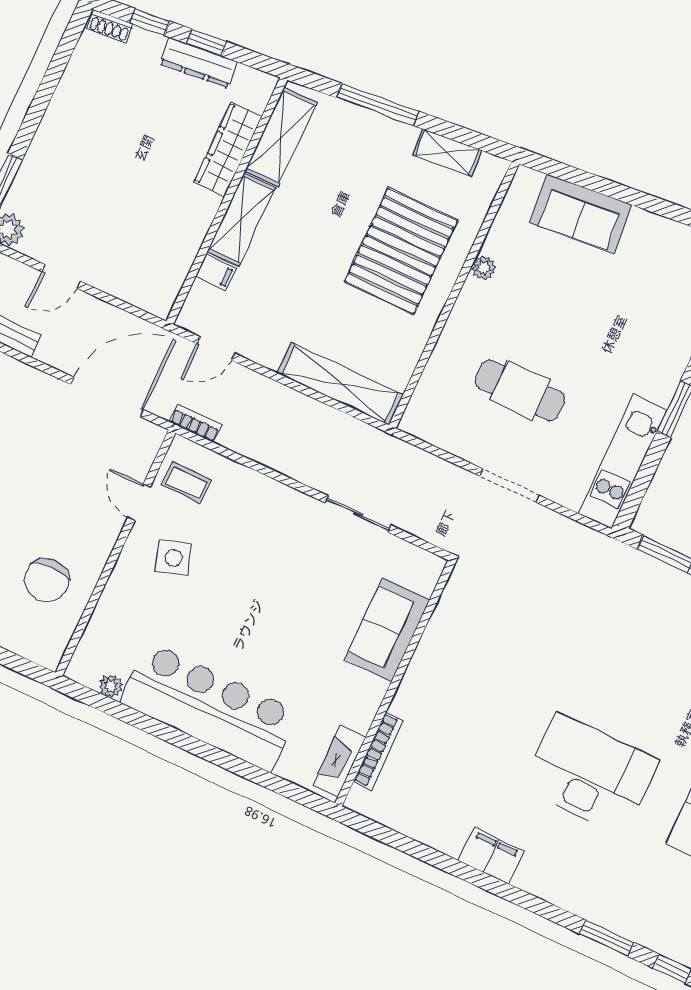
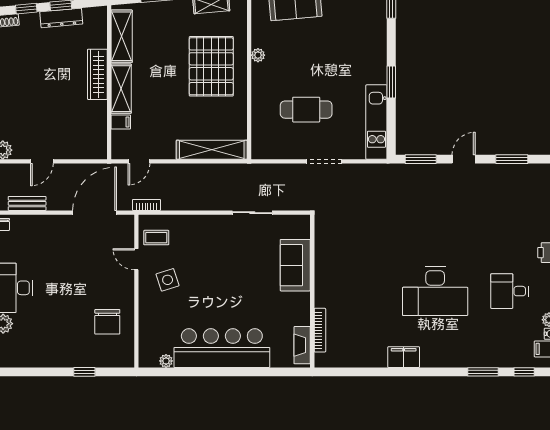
wardrobe: (228, 149) -> (97, 74), moved
desk: (590, 774) -> (435, 291), turned 180

